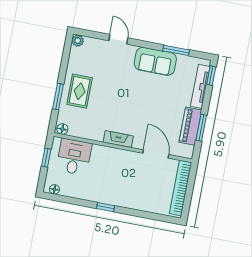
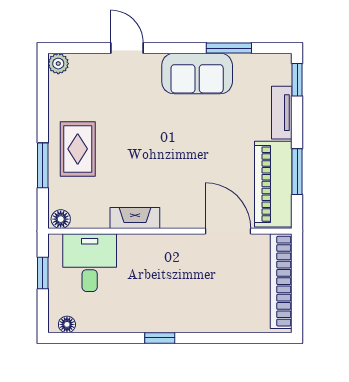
tv unit: (200, 86) -> (282, 113), width x0.71
piano: (190, 126) -> (273, 184), width x1.37, depth x1.33
fireplace: (118, 139) -> (135, 218), moved

